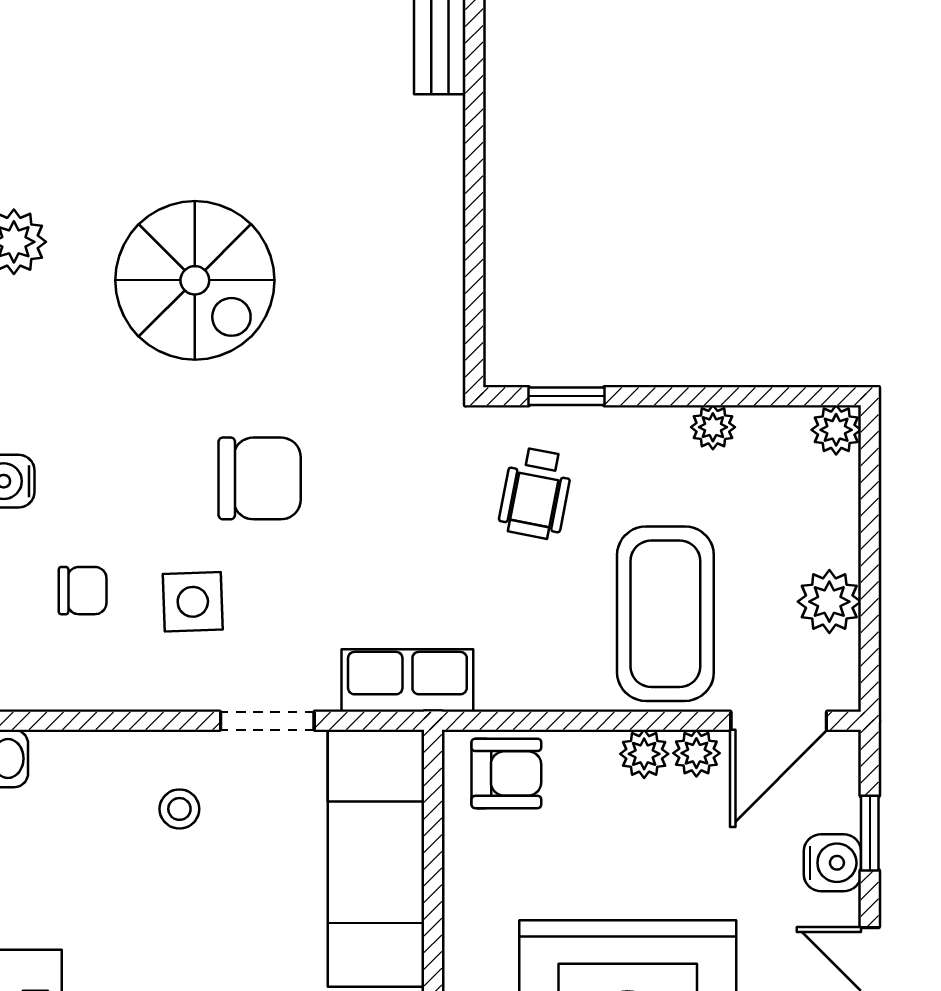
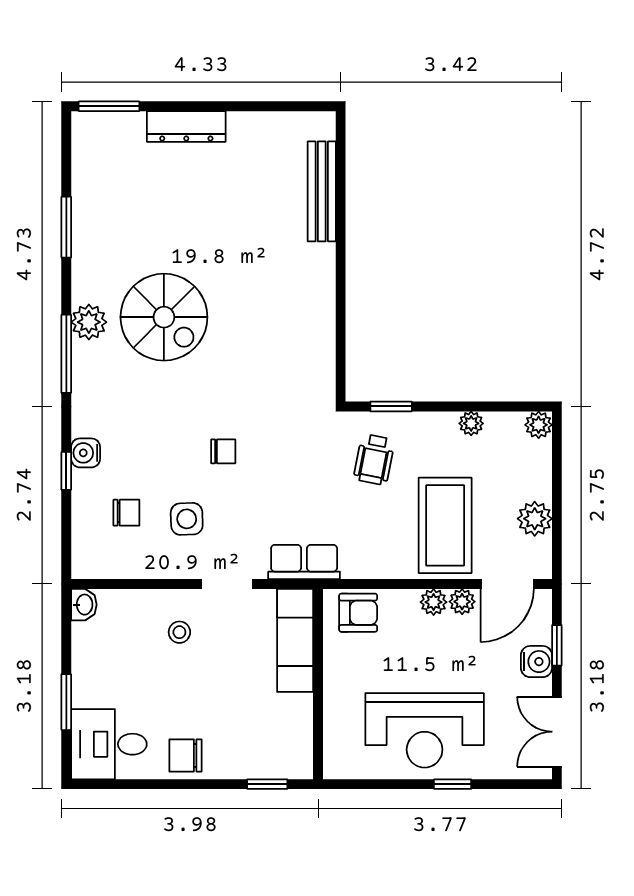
spiral stairs: (195, 280) -> (164, 317), moved
chair: (260, 478) -> (223, 451), width x0.54, depth x0.54
exam couch: (376, 858) -> (295, 640), width x0.73, depth x0.69

